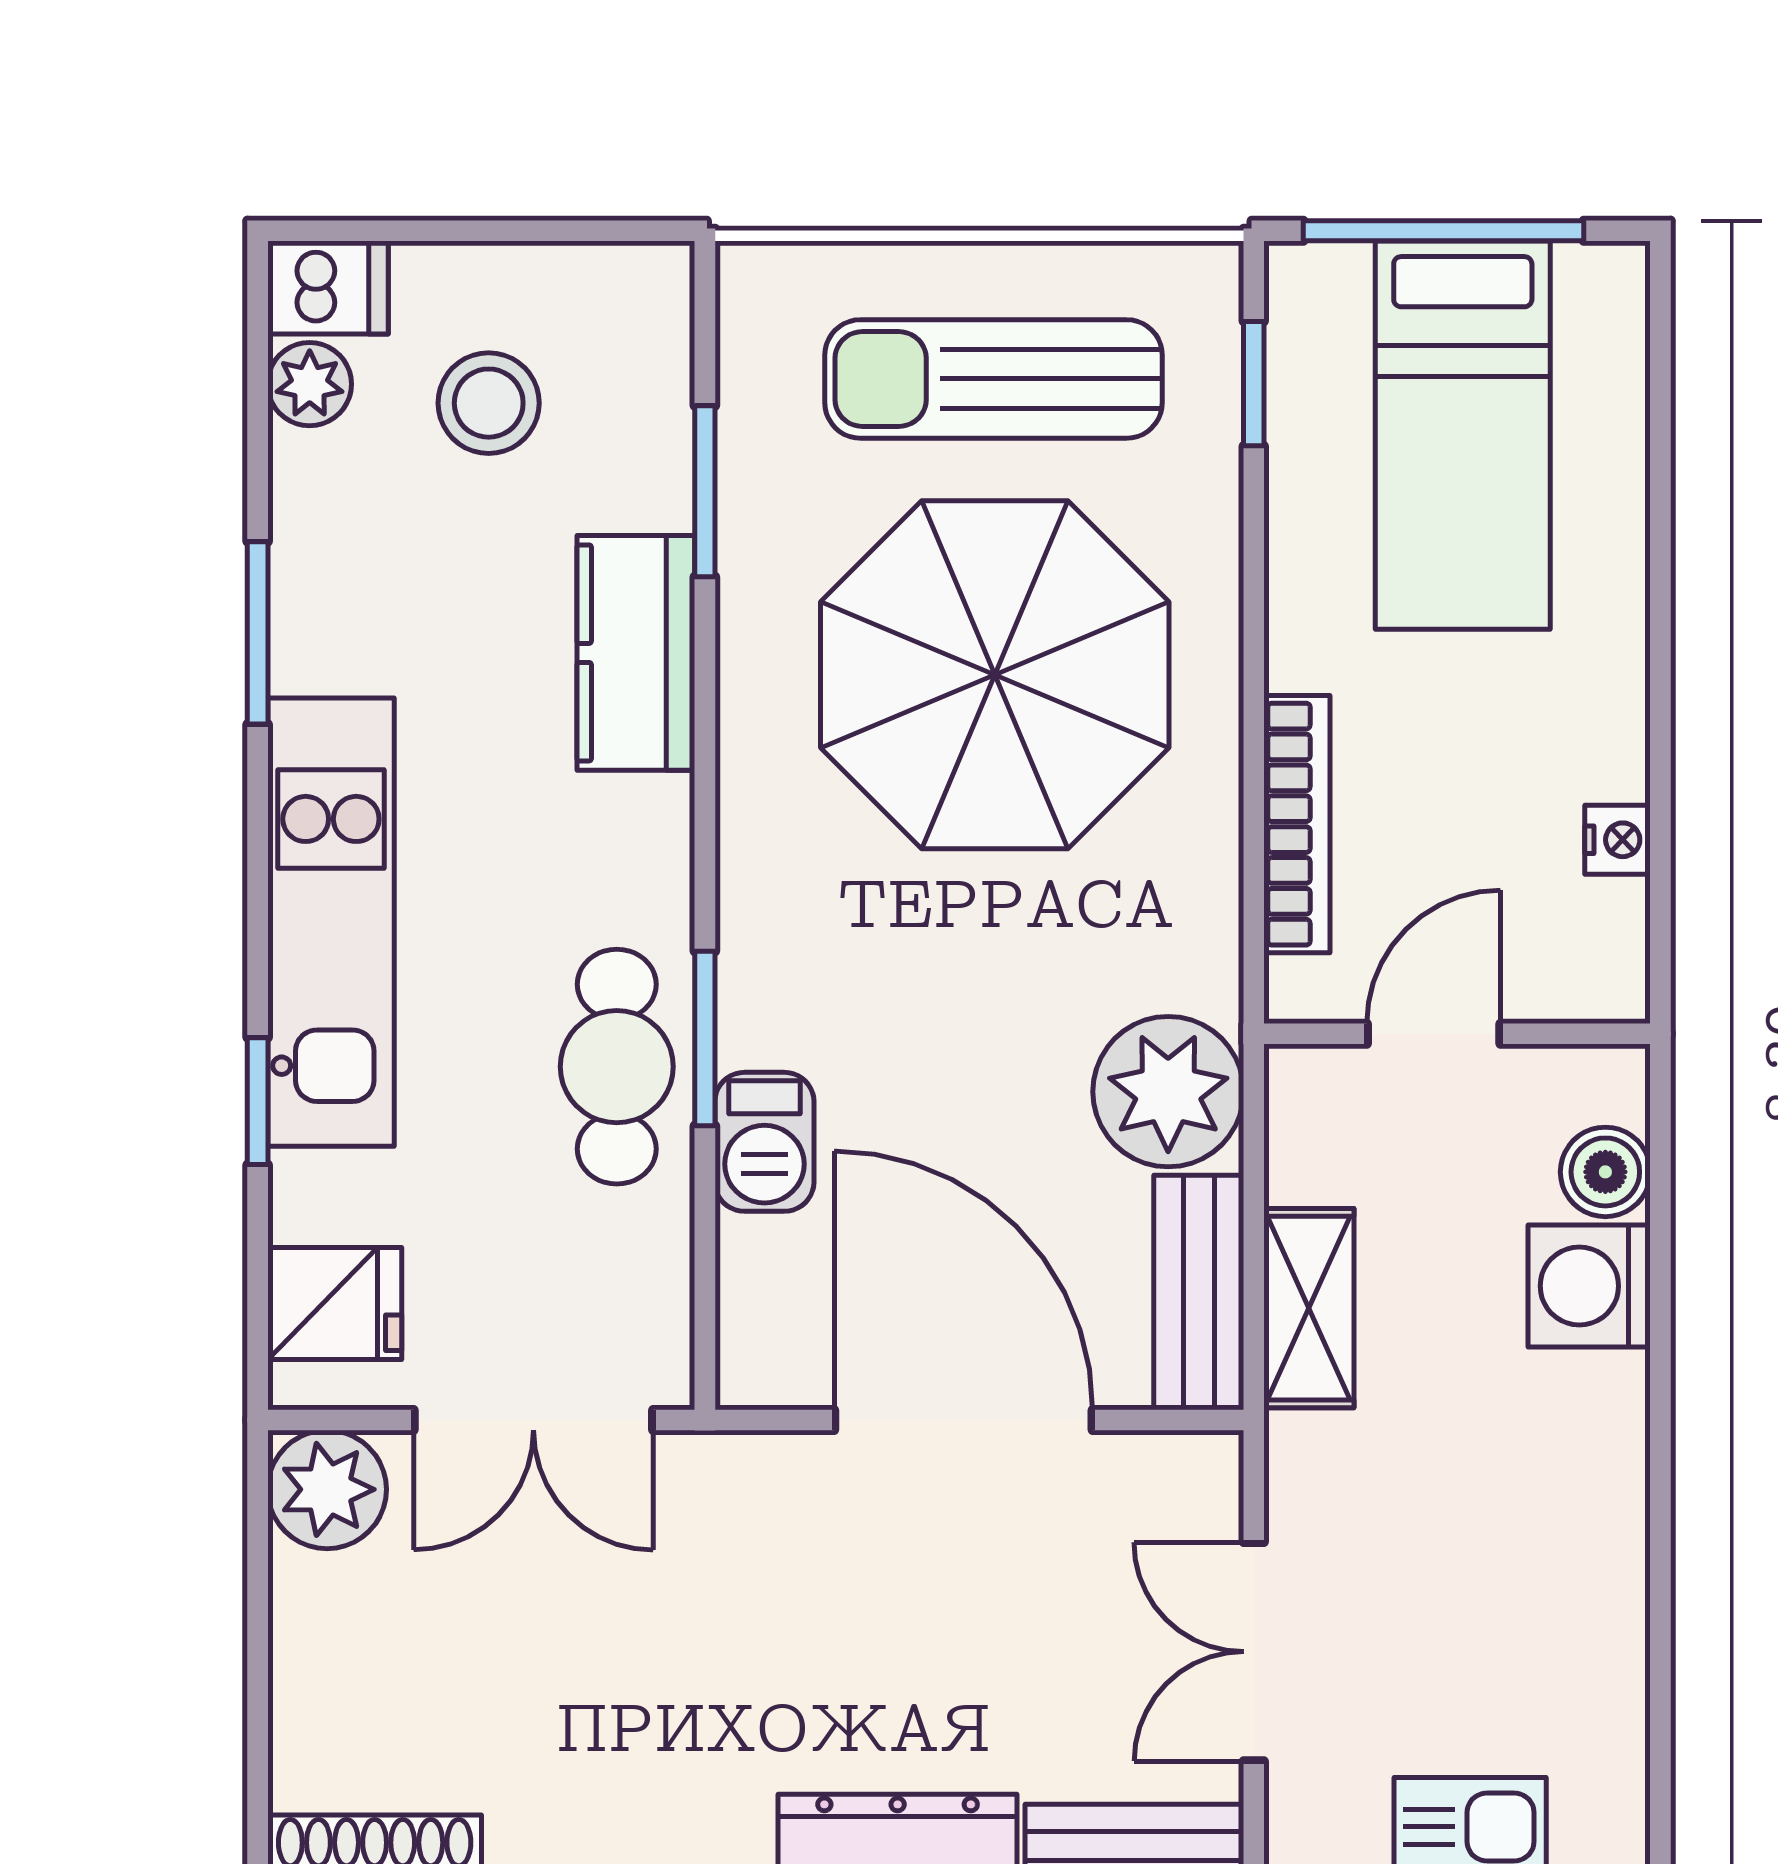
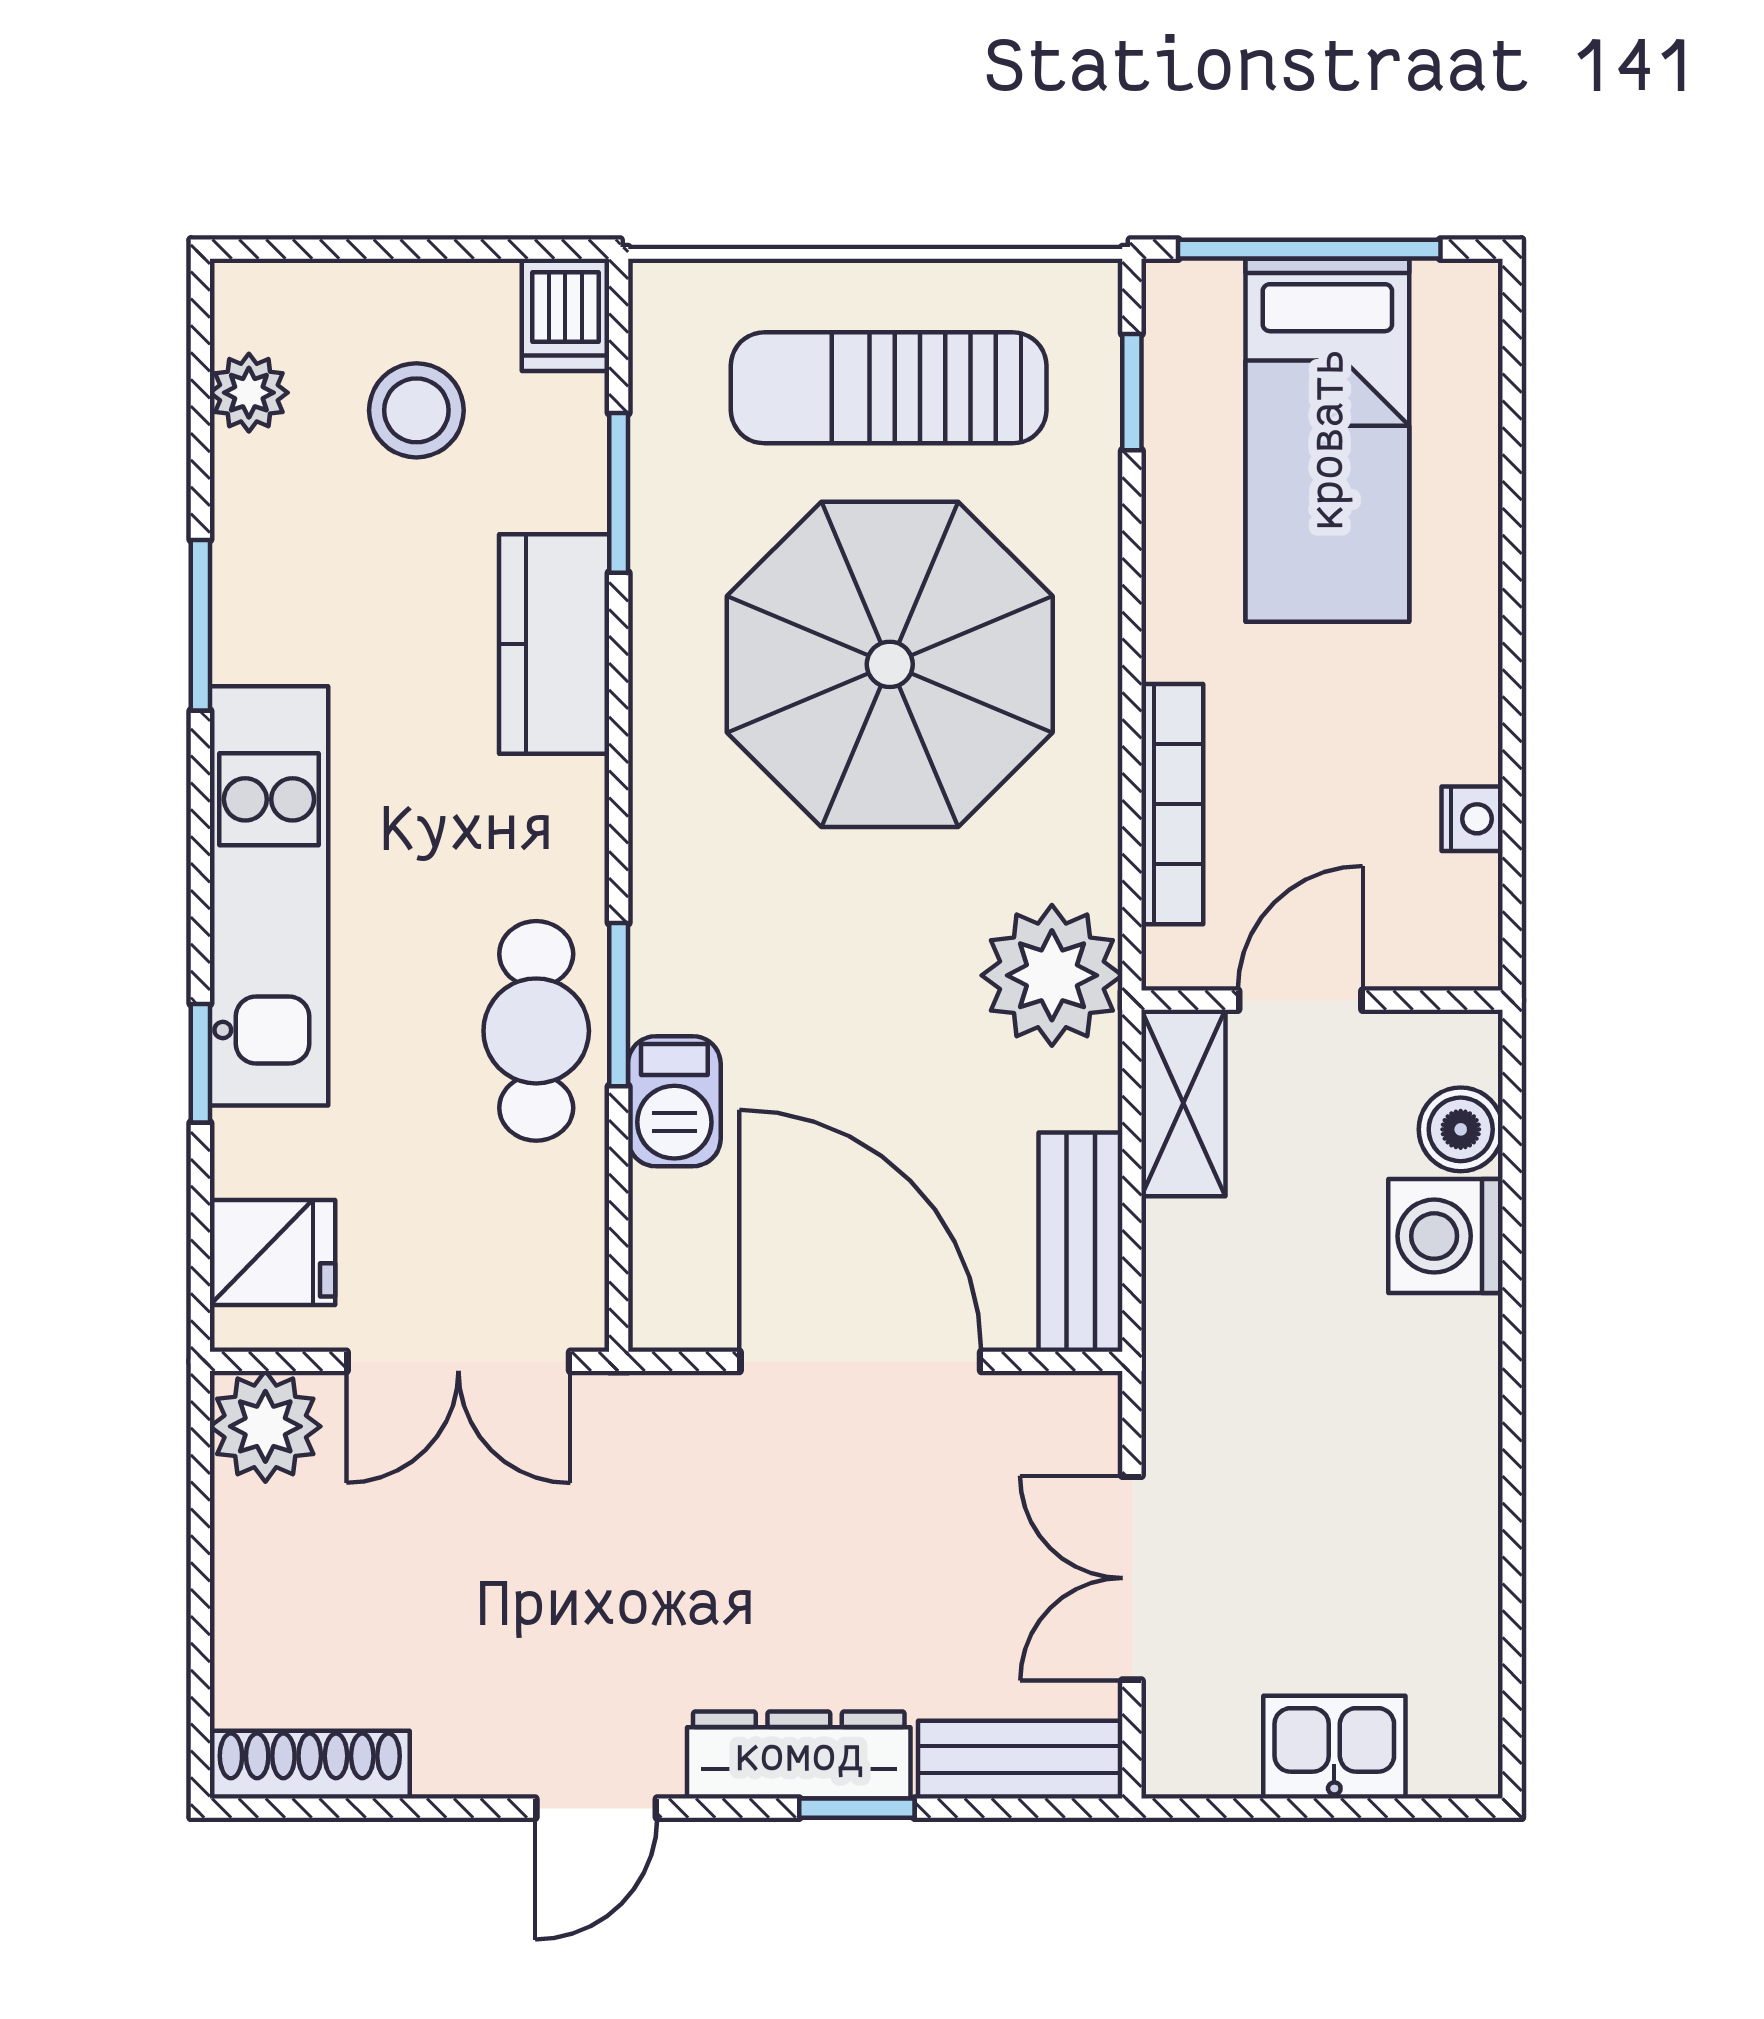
dishwasher: (328, 288) -> (565, 315), moved, turned 90
plant: (1168, 1092) -> (1052, 975), moved
shelving: (1309, 1308) -> (1183, 1103), moved

